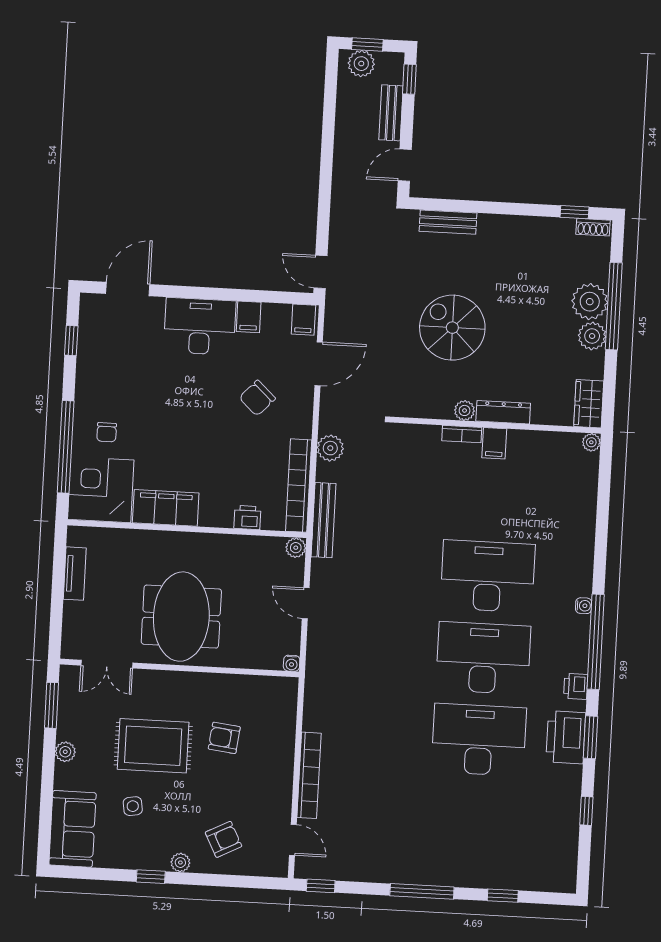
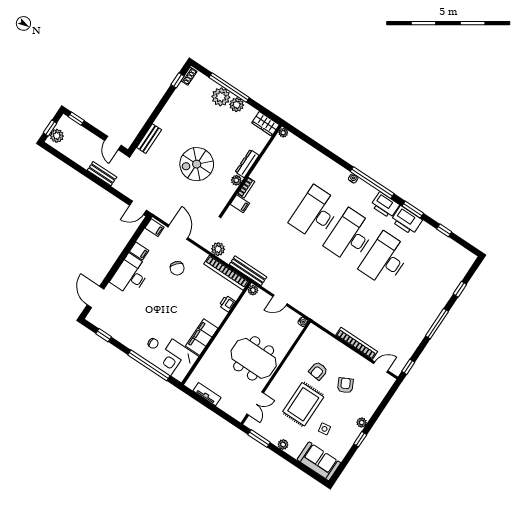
bench: (391, 113) -> (102, 174), moved
filing cabinet: (494, 443) -> (240, 204), moved
printer: (576, 686) -> (385, 205), width x1.87, depth x1.48
armchair: (224, 839) -> (345, 385), moved

